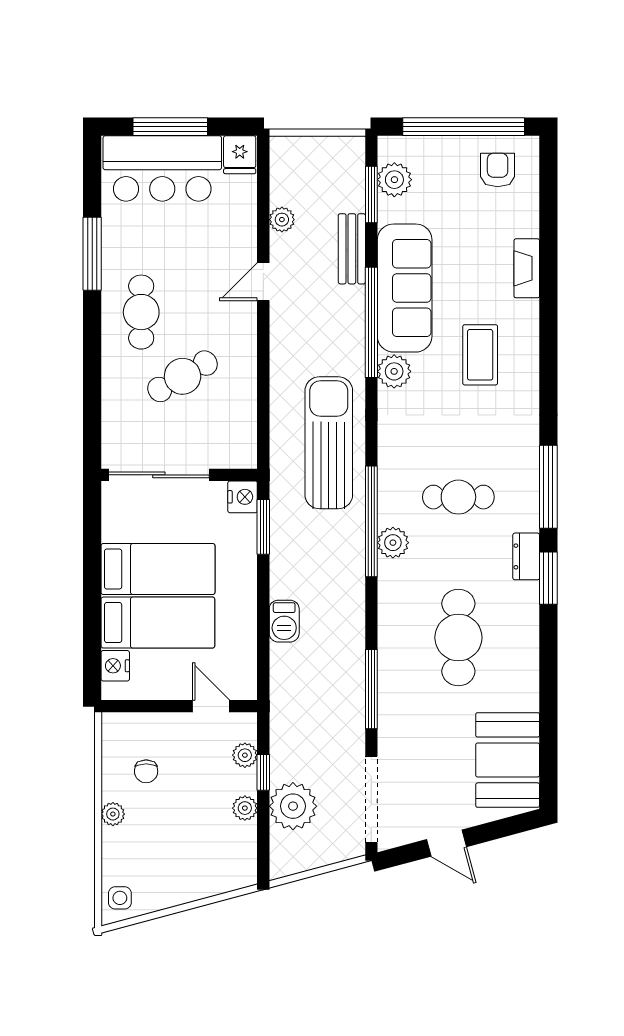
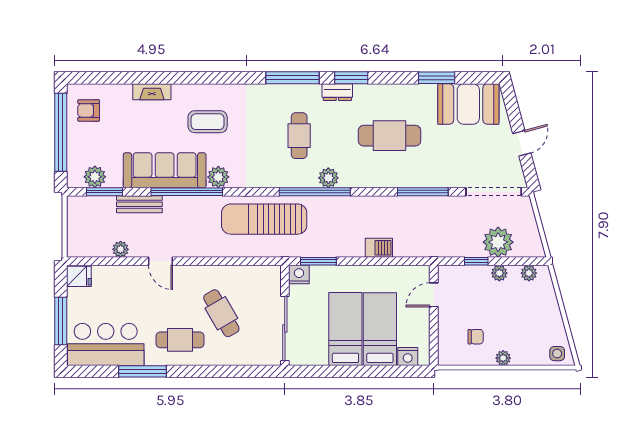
bar counter: (162, 169) -> (106, 344), moved, turned -90
window: (548, 711) -> (437, 78), added
plant: (245, 755) -> (529, 273), moved

